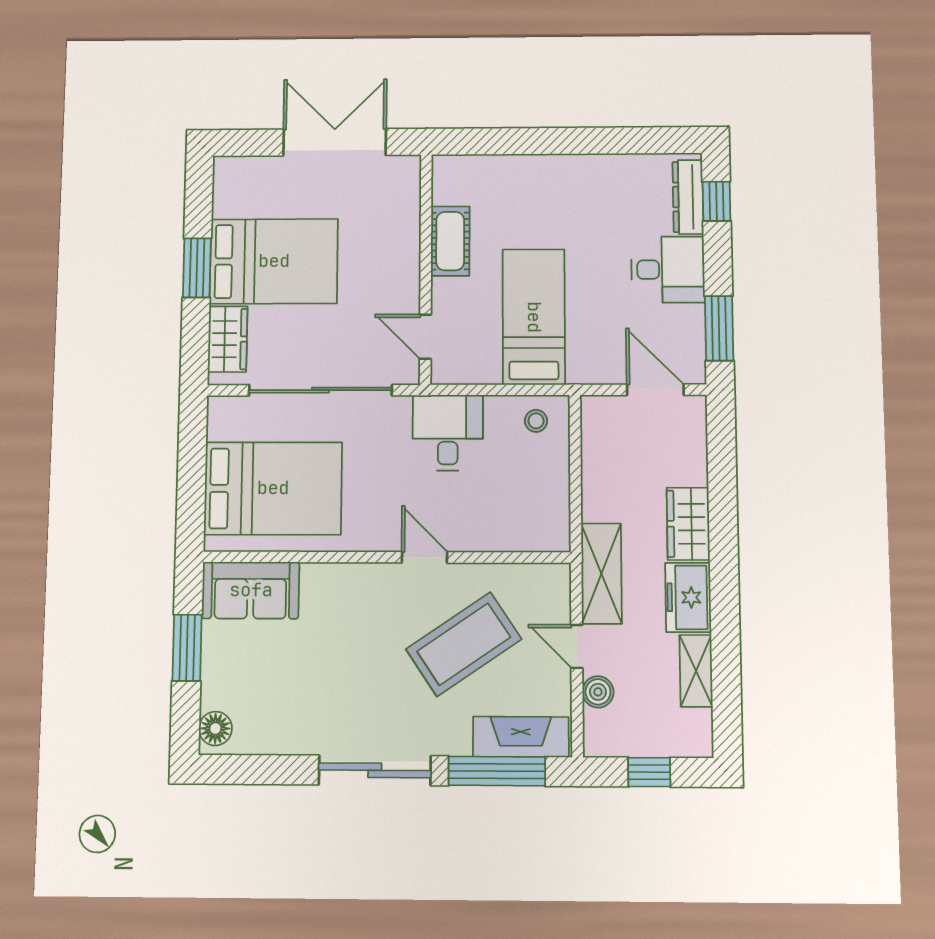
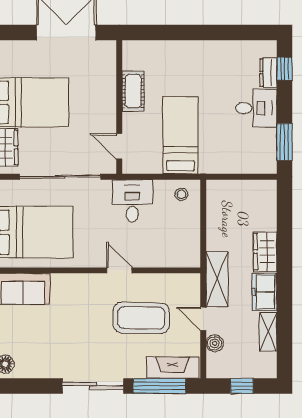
dresser: (688, 197) -> (268, 73), width x0.70
door: (655, 390) -> (248, 177), removed
coffee table: (464, 644) -> (141, 318), turned 35

